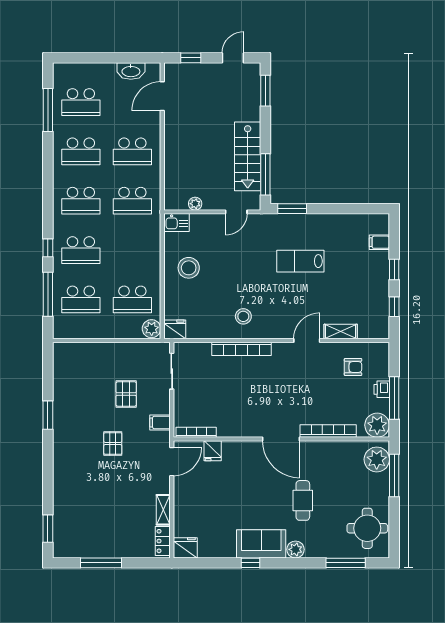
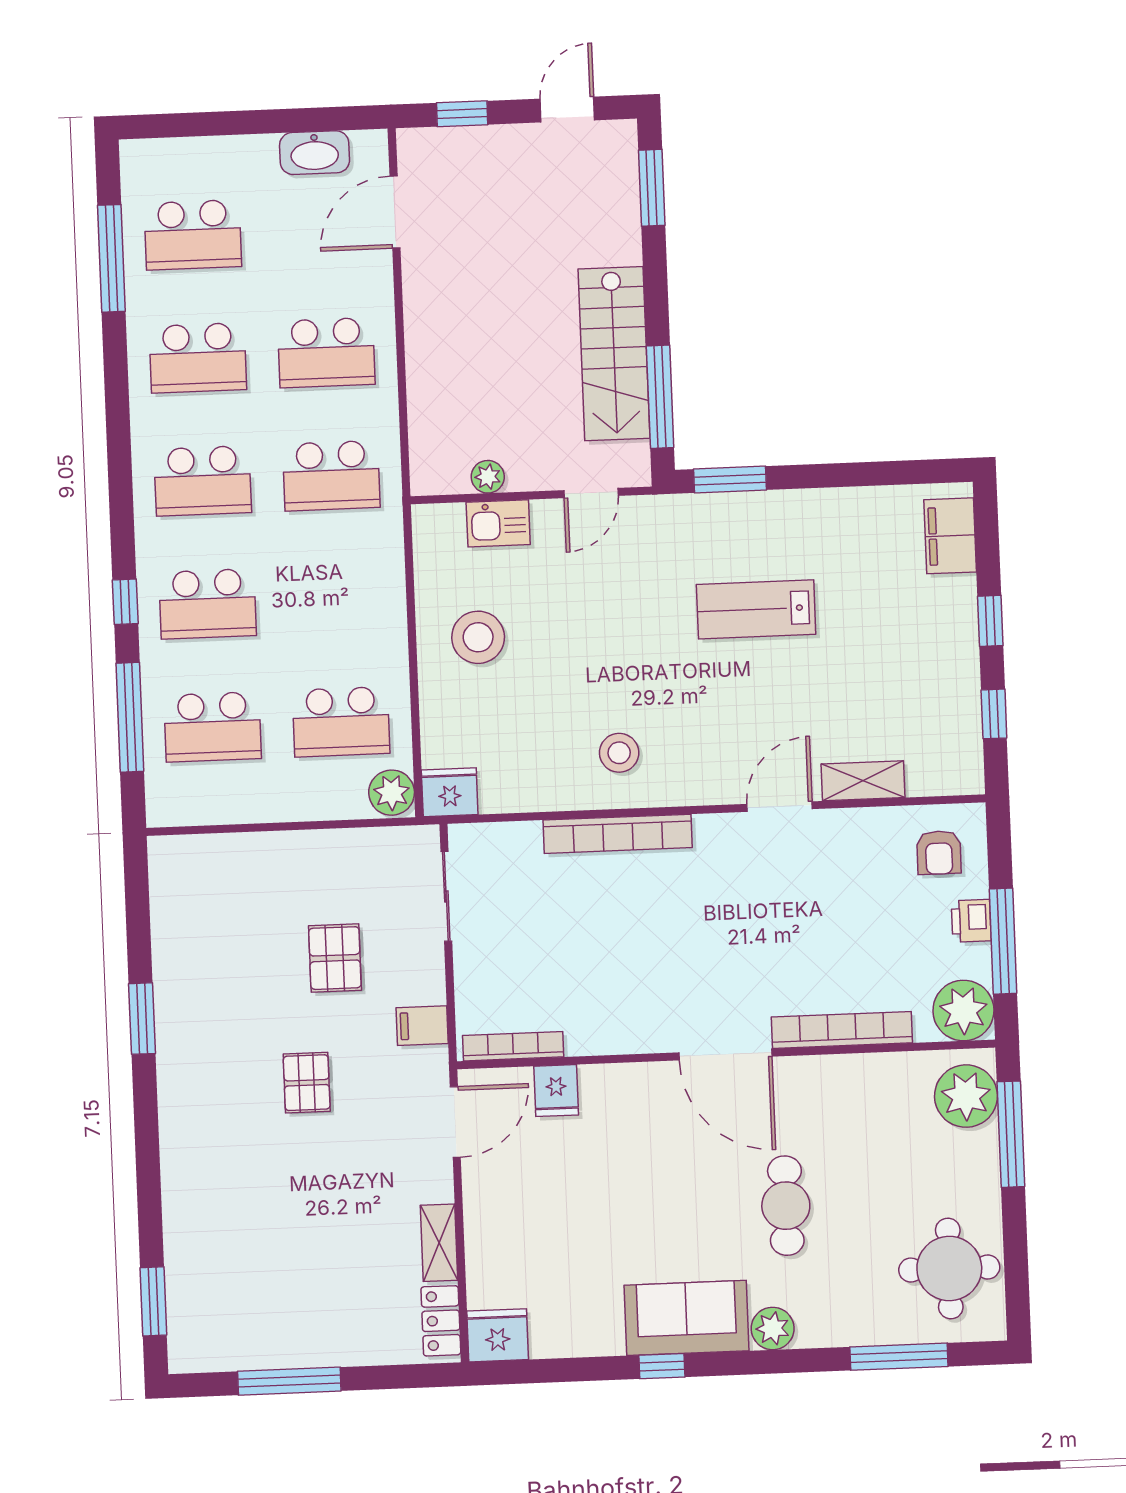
kitchen sink: (177, 222) -> (498, 523), moved
filing cabinet: (379, 242) -> (950, 536), width x2.00
armchair: (353, 367) -> (939, 853), moved, turned 90

